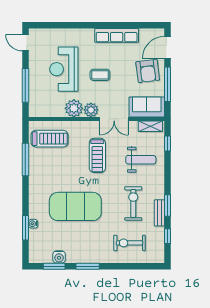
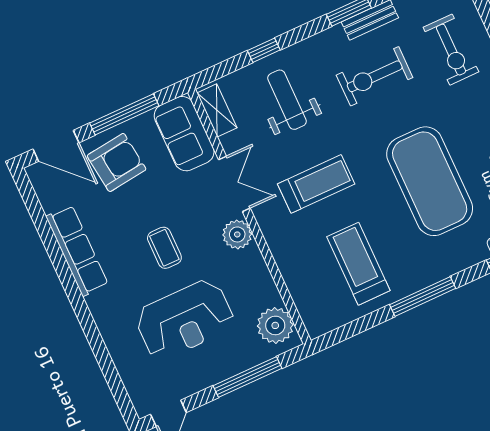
plant: (74, 108) -> (275, 325), moved
treadmill: (49, 139) -> (358, 264), moved
window: (168, 144) -> (264, 50), moved
window: (25, 159) -> (423, 296), moved

